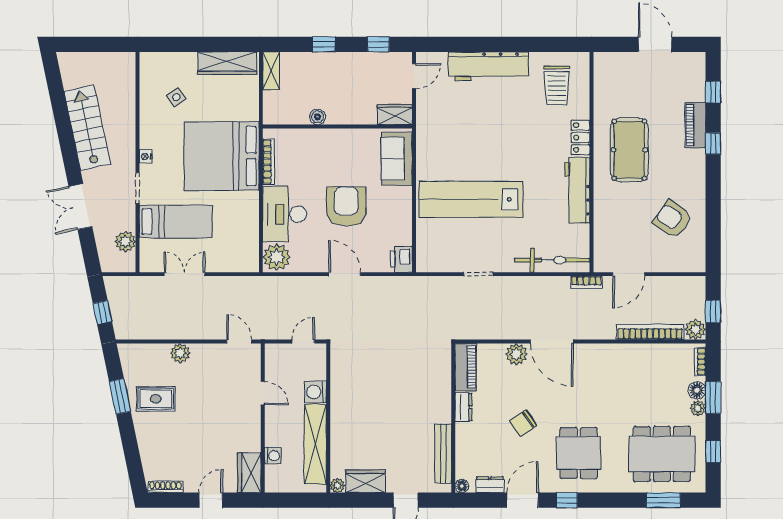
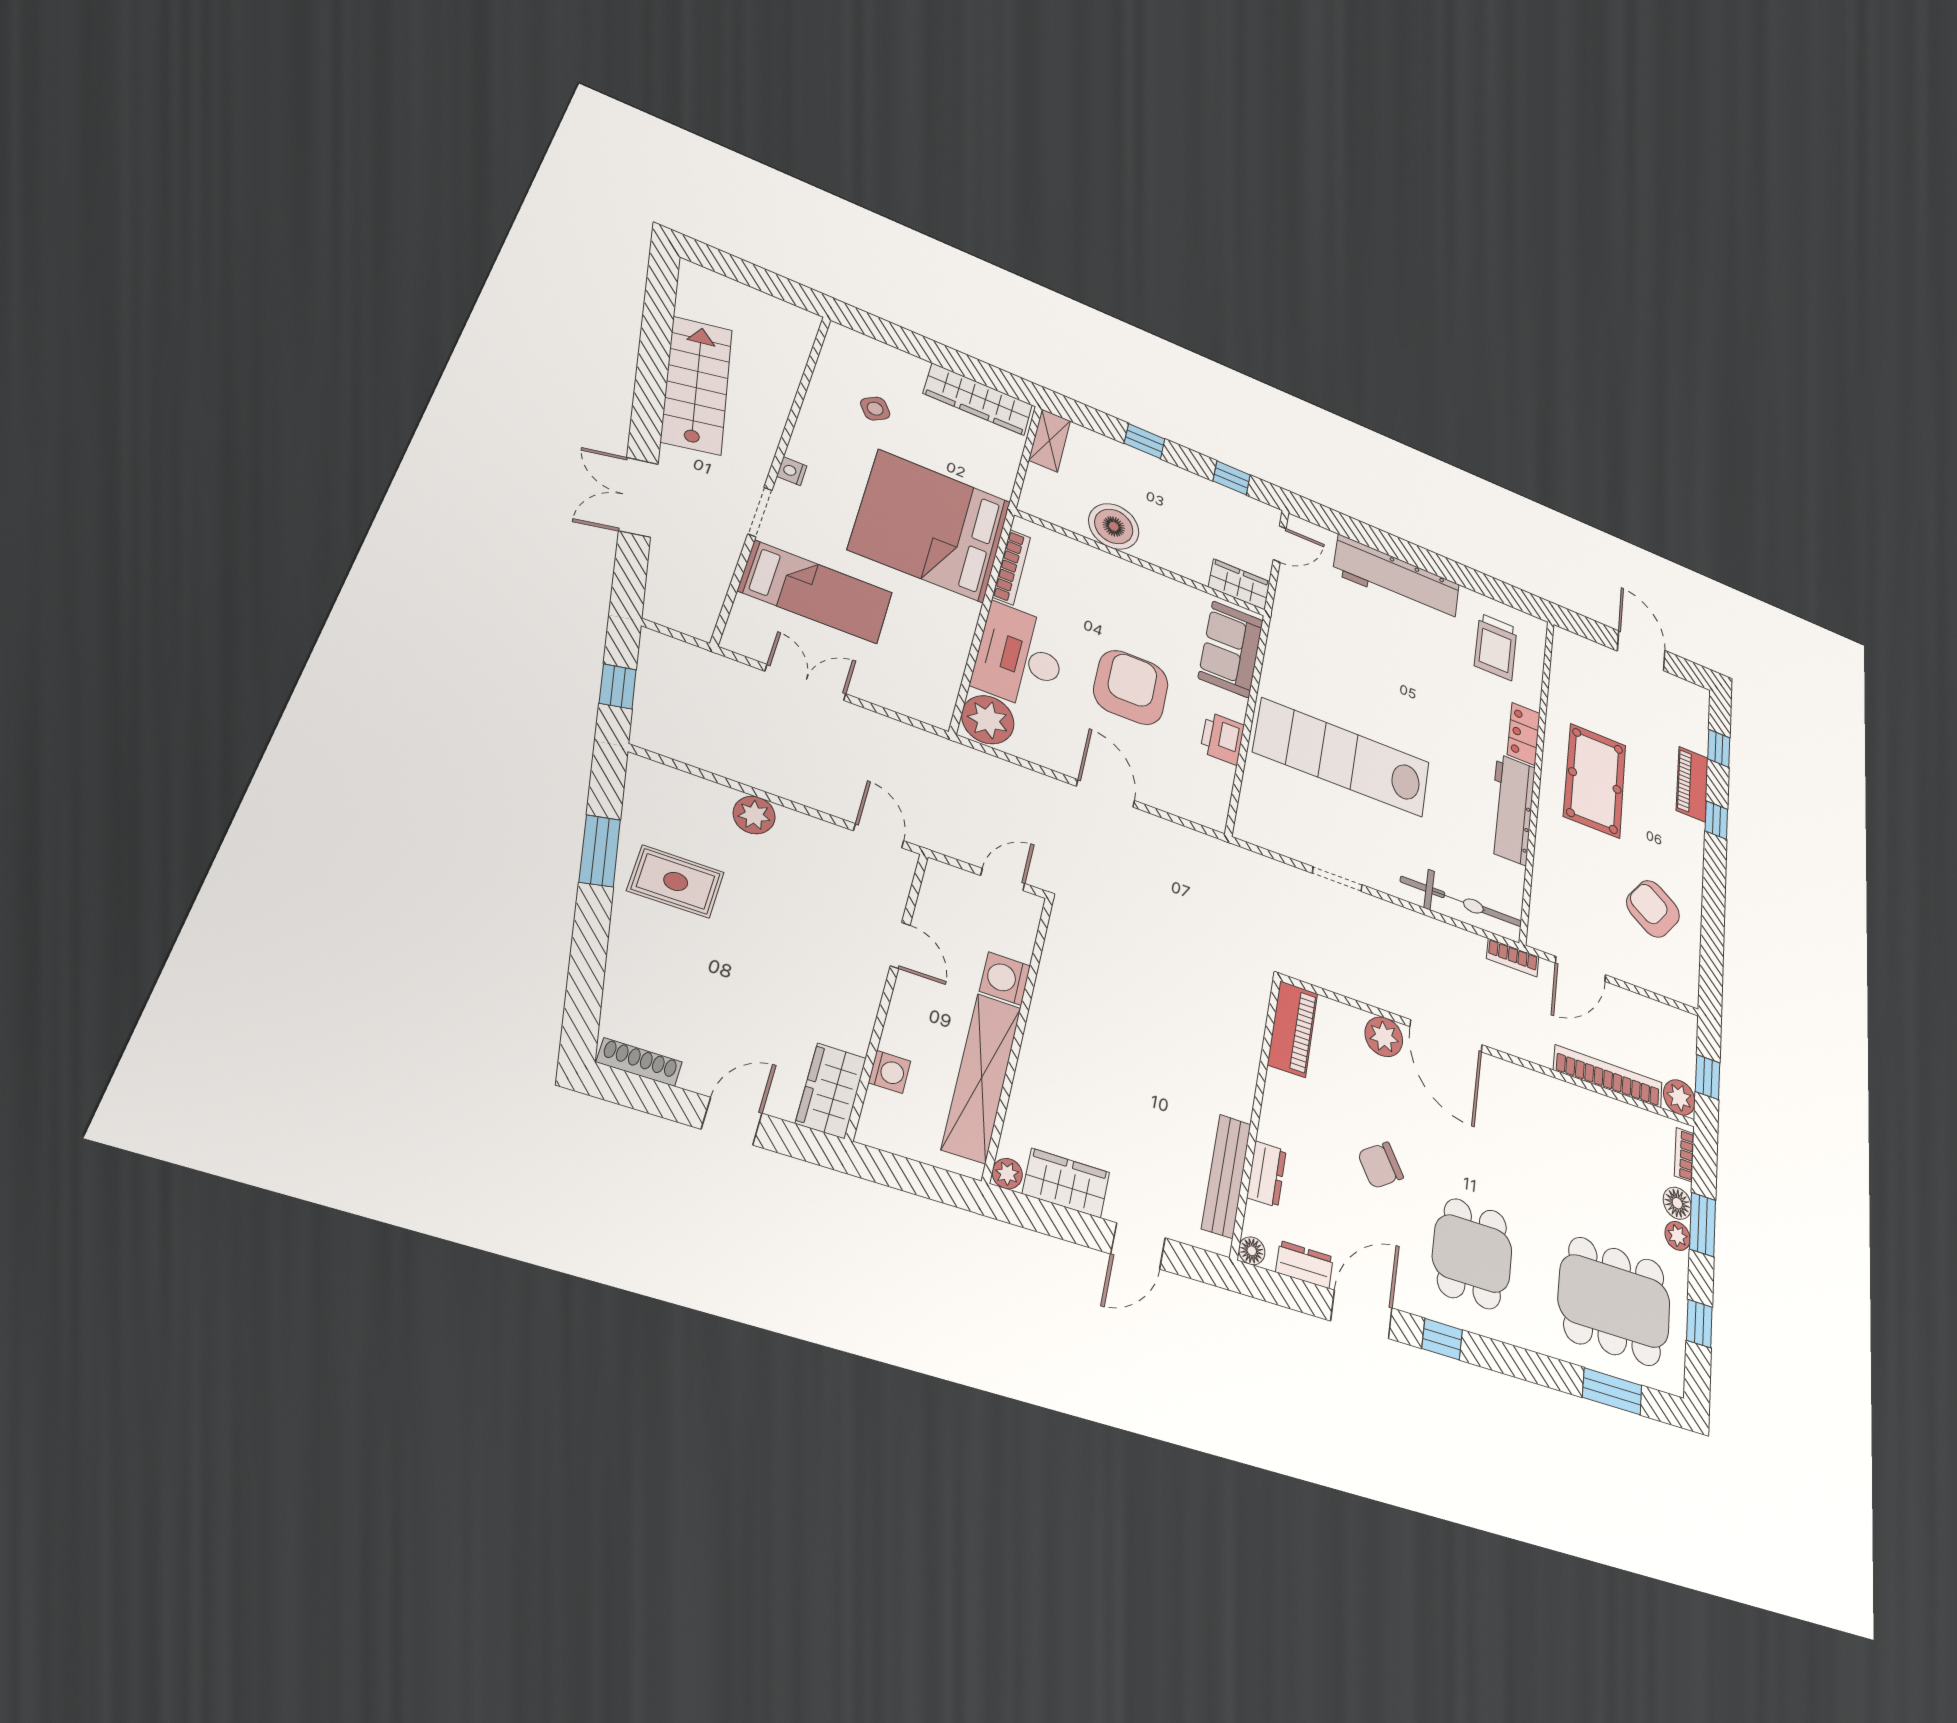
boiler: (318, 117) -> (1114, 526), width x1.86, depth x1.86
plant: (125, 242) -> (707, 586), removed
printer: (401, 259) -> (1222, 738), moved
dresser: (464, 407) -> (1267, 1174), moved

